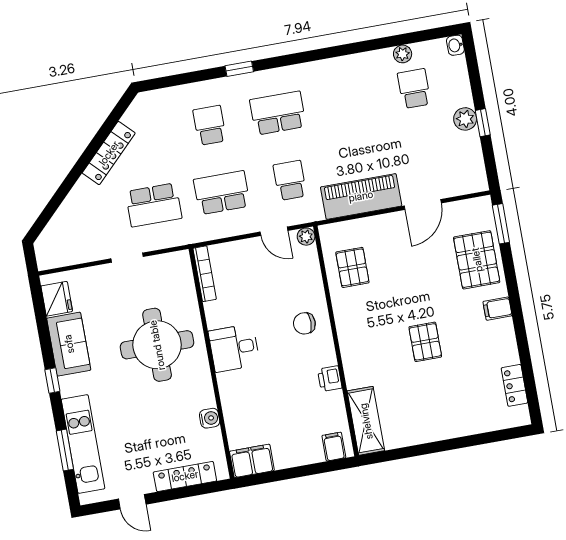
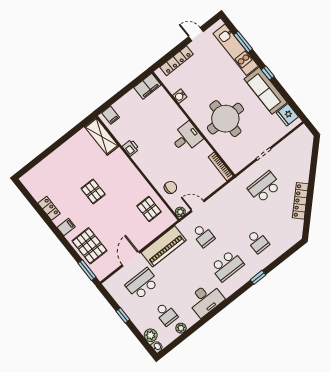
desk: (340, 78) -> (206, 299), added
plant: (465, 119) -> (151, 335), moved
school desk: (222, 193) -> (142, 284), moved, turned 180
chair: (304, 323) -> (170, 187), moved
sofa: (69, 344) -> (266, 91), width x1.36
locker: (514, 385) -> (49, 208), moved

